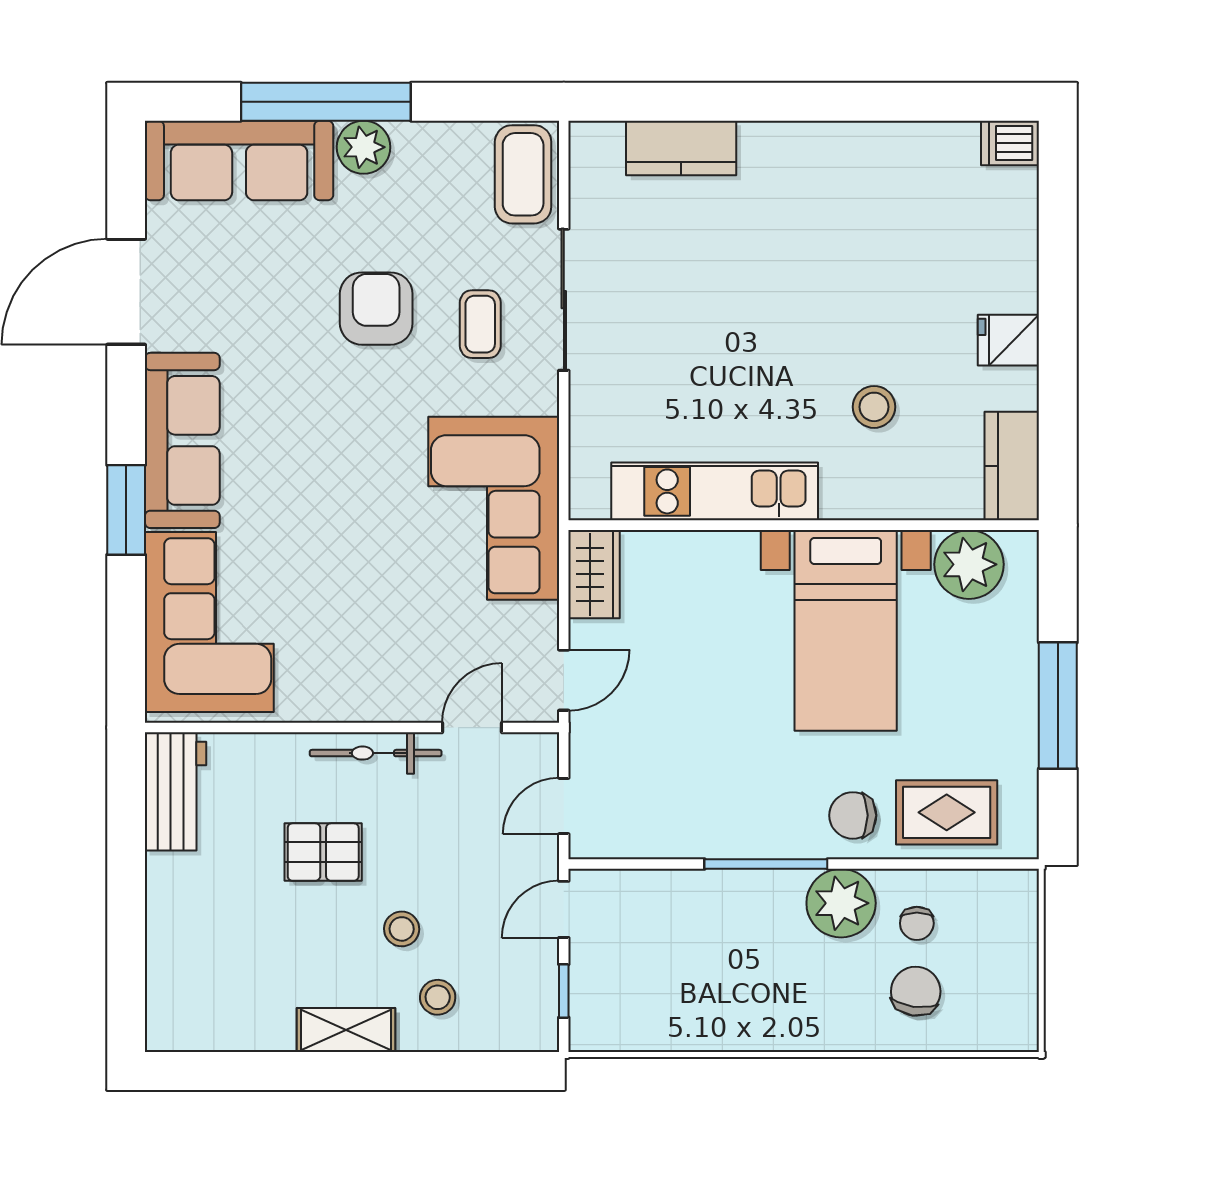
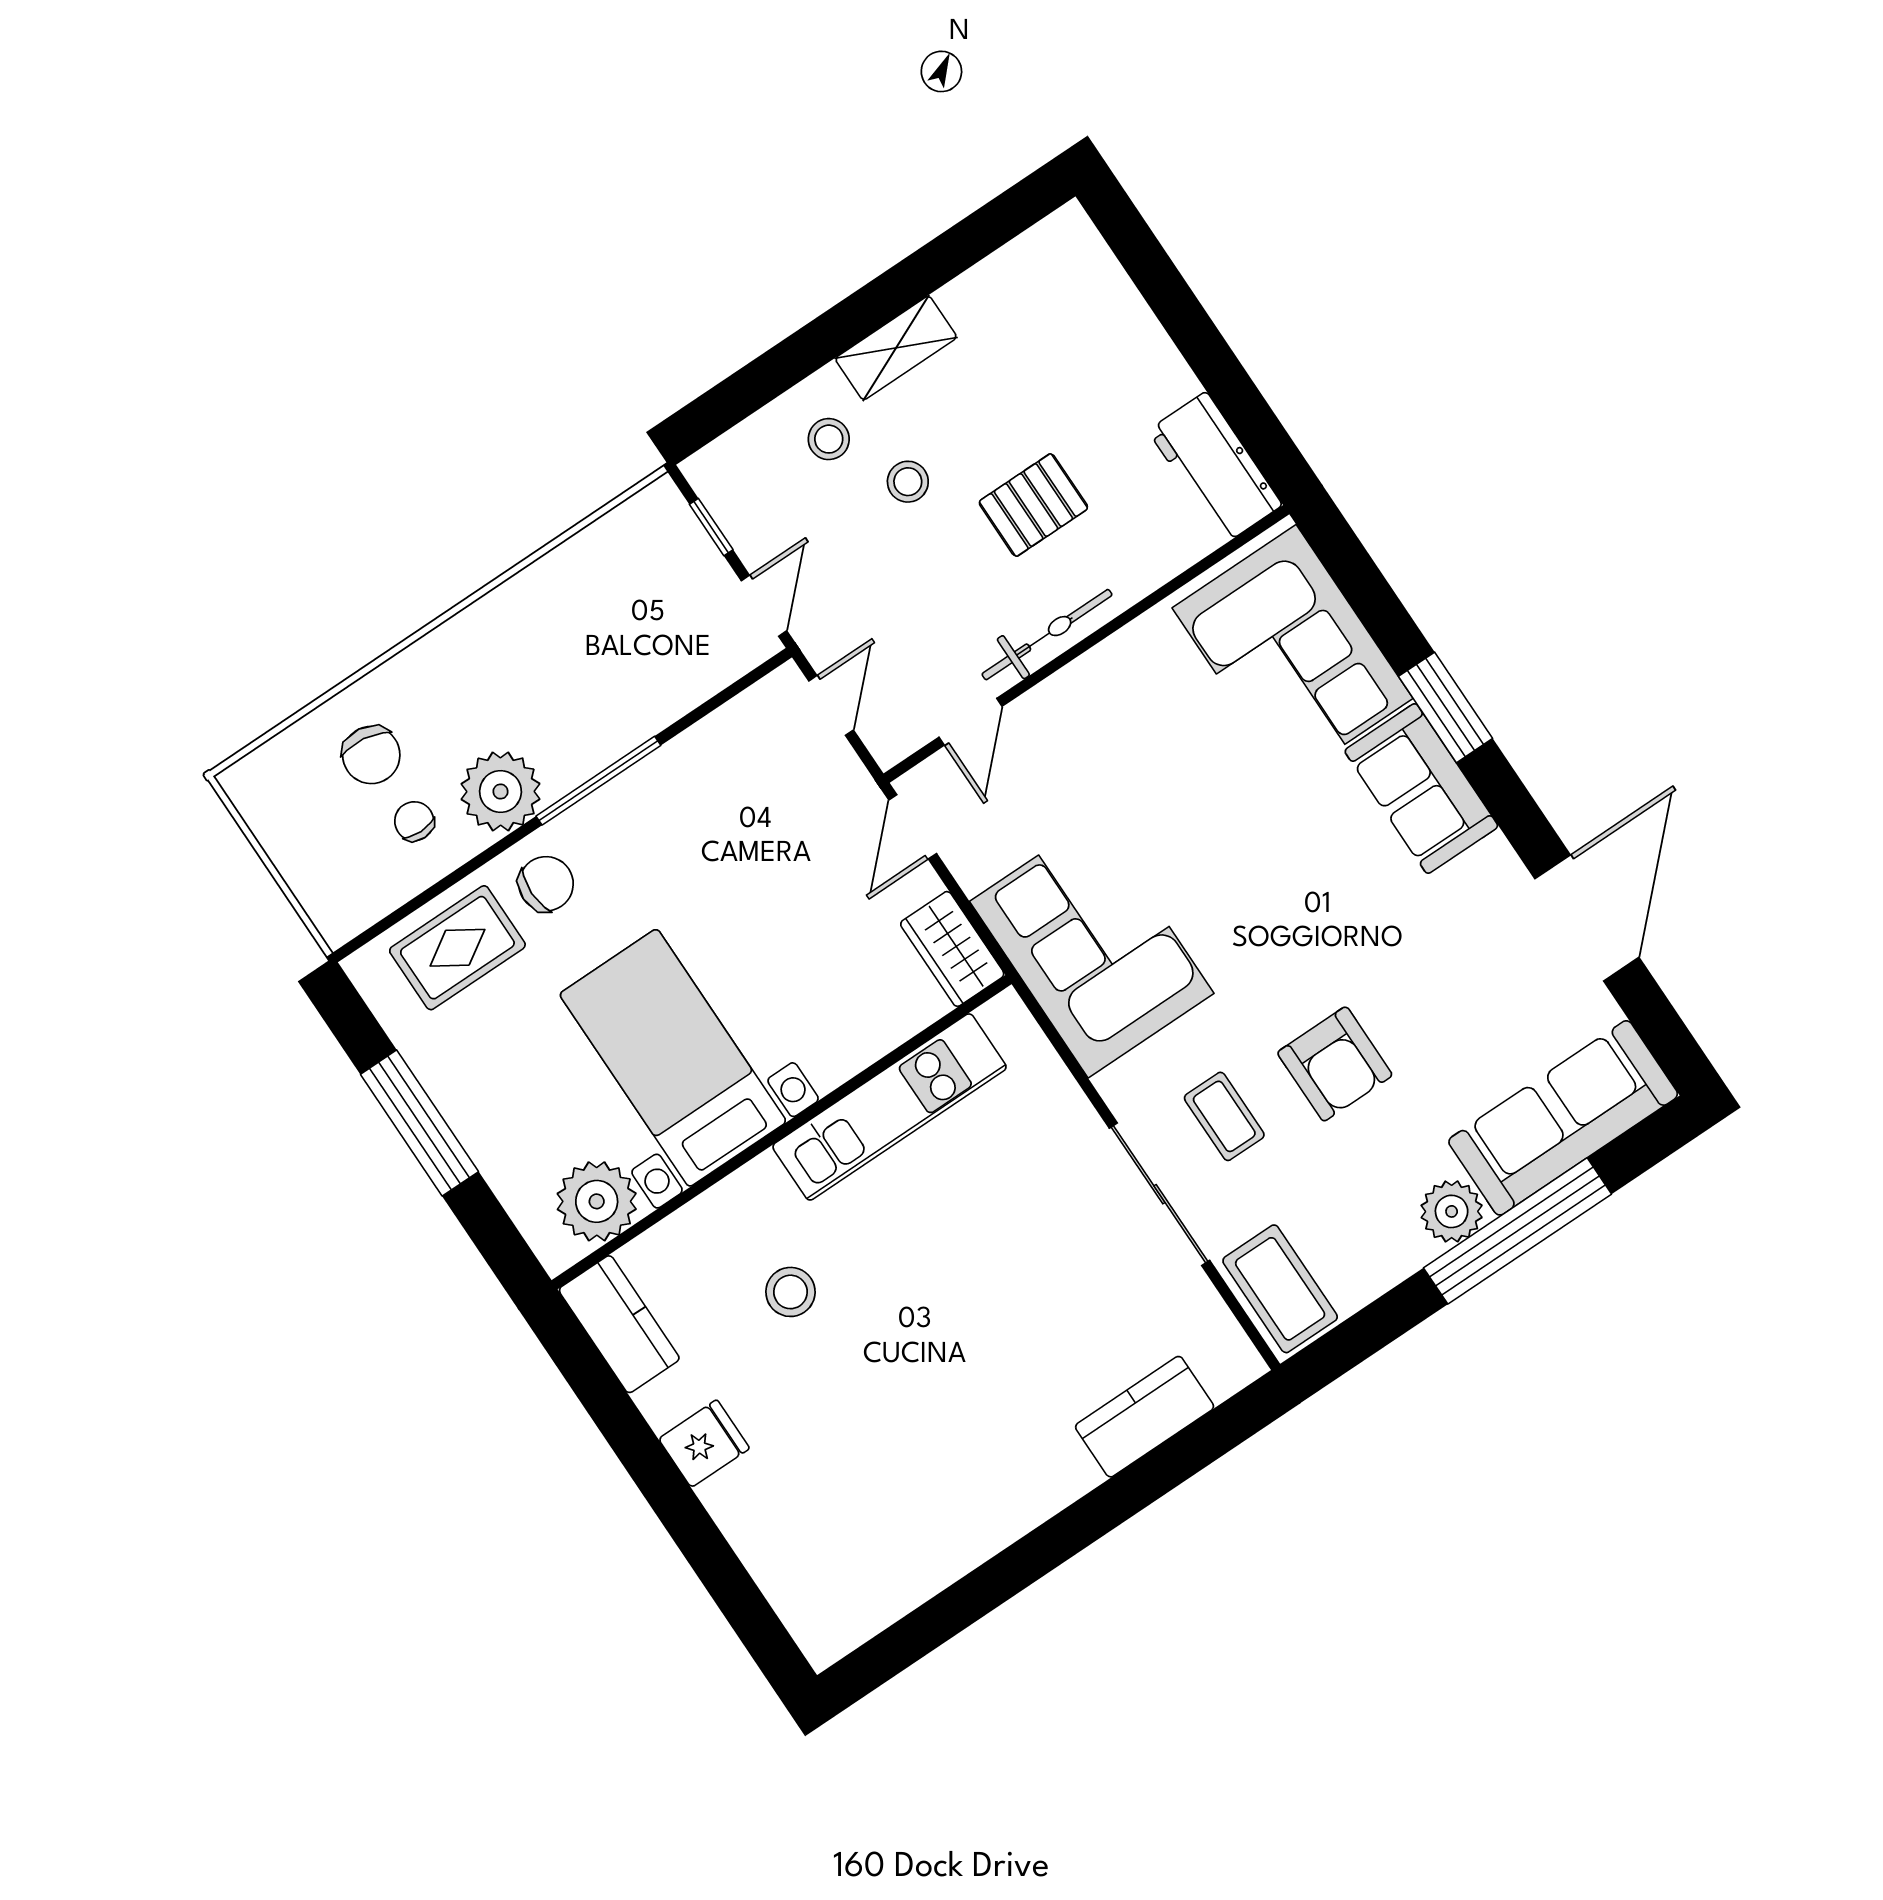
dishwasher: (1010, 143) -> (830, 1635), removed
sofa: (182, 440) -> (1421, 788), width x0.73

